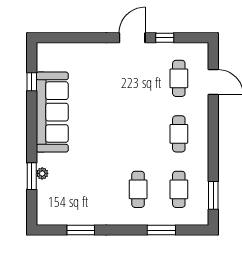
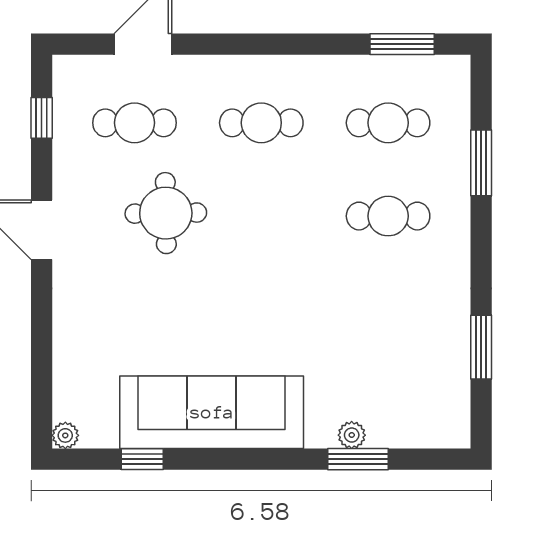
window: (165, 38) -> (42, 118), moved
plant: (42, 48) -> (65, 435), added
round table: (139, 92) -> (166, 213), added

